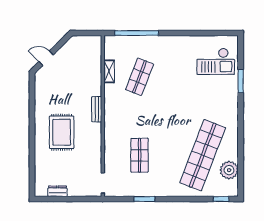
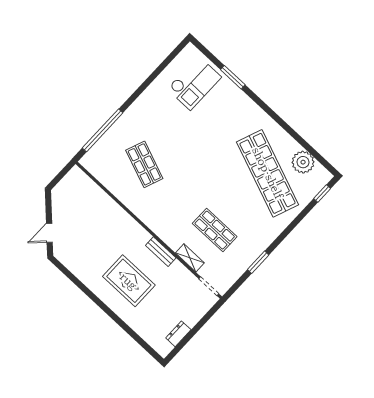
shelving: (109, 71) -> (190, 258), moved
bench: (97, 109) -> (161, 252), moved

